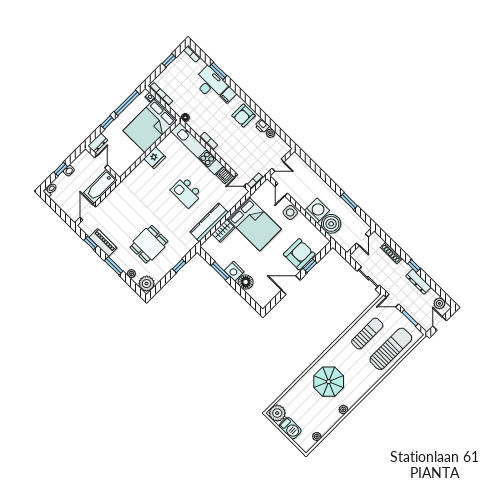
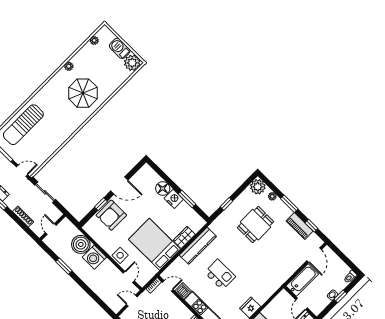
sun lounger: (367, 334) -> (46, 139), removed

